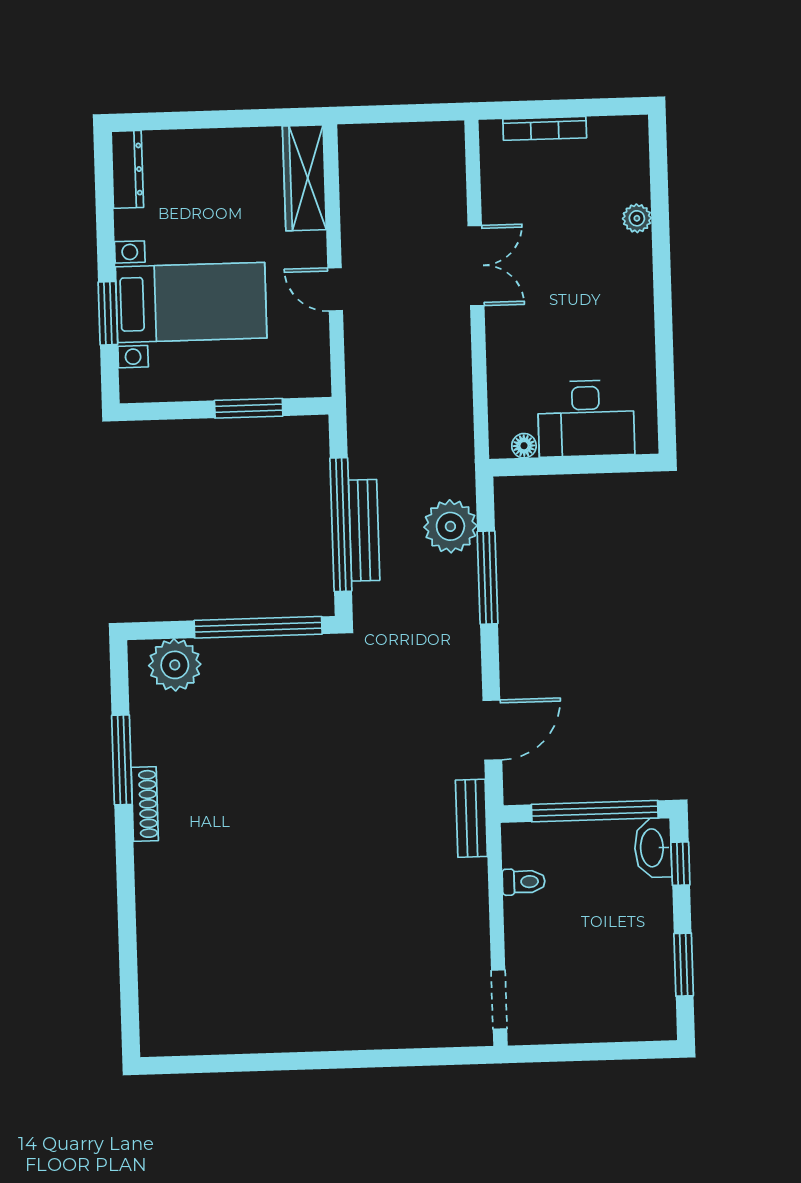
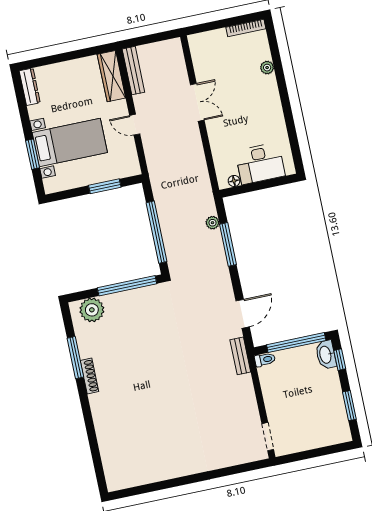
bookcase: (545, 128) -> (246, 28), moved
plant: (450, 526) -> (212, 223), width x0.53, depth x0.53
bench: (364, 530) -> (133, 71), moved
toilet: (524, 882) -> (265, 360), moved

